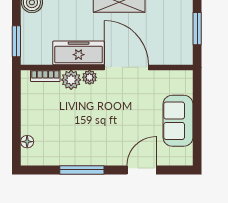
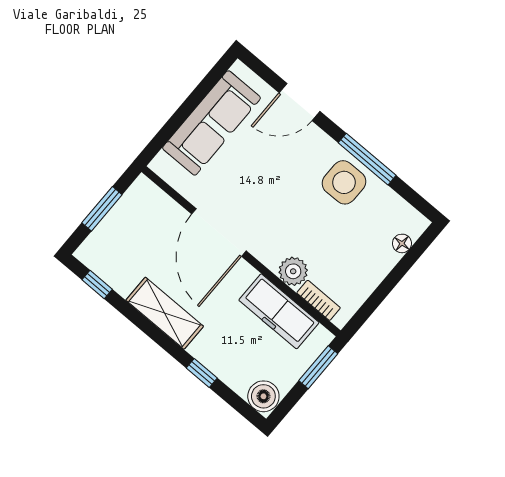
freezer: (79, 53) -> (279, 311), moved
plant: (90, 77) -> (270, 257), removed
sofa: (178, 121) -> (211, 123), width x1.36
side table: (84, 148) -> (344, 182), added

